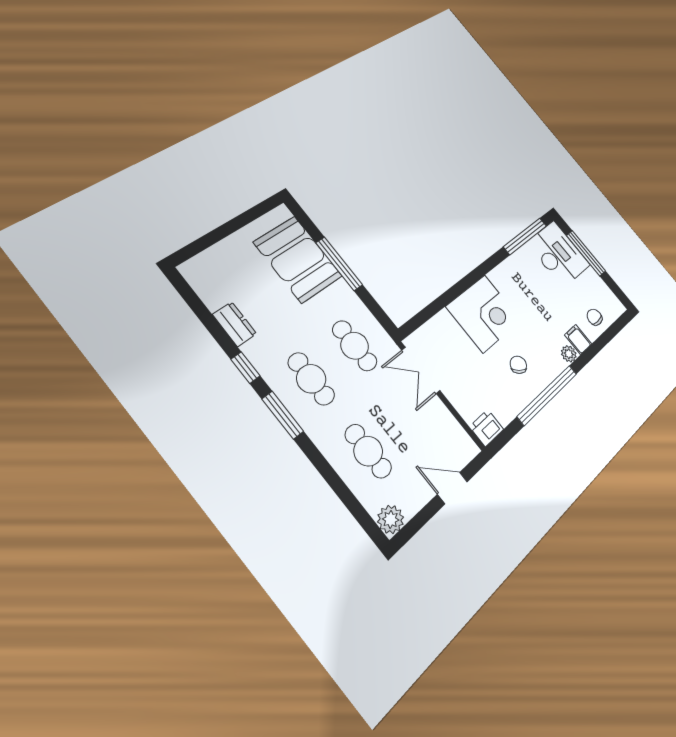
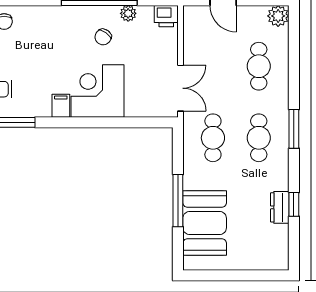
filing cabinet: (578, 339) -> (61, 106), moved, turned 180
plant: (569, 354) -> (128, 13), moved
window: (245, 368) -> (294, 204), moved

